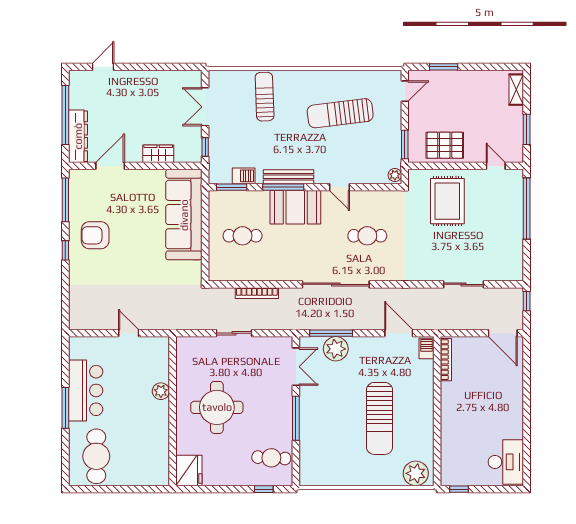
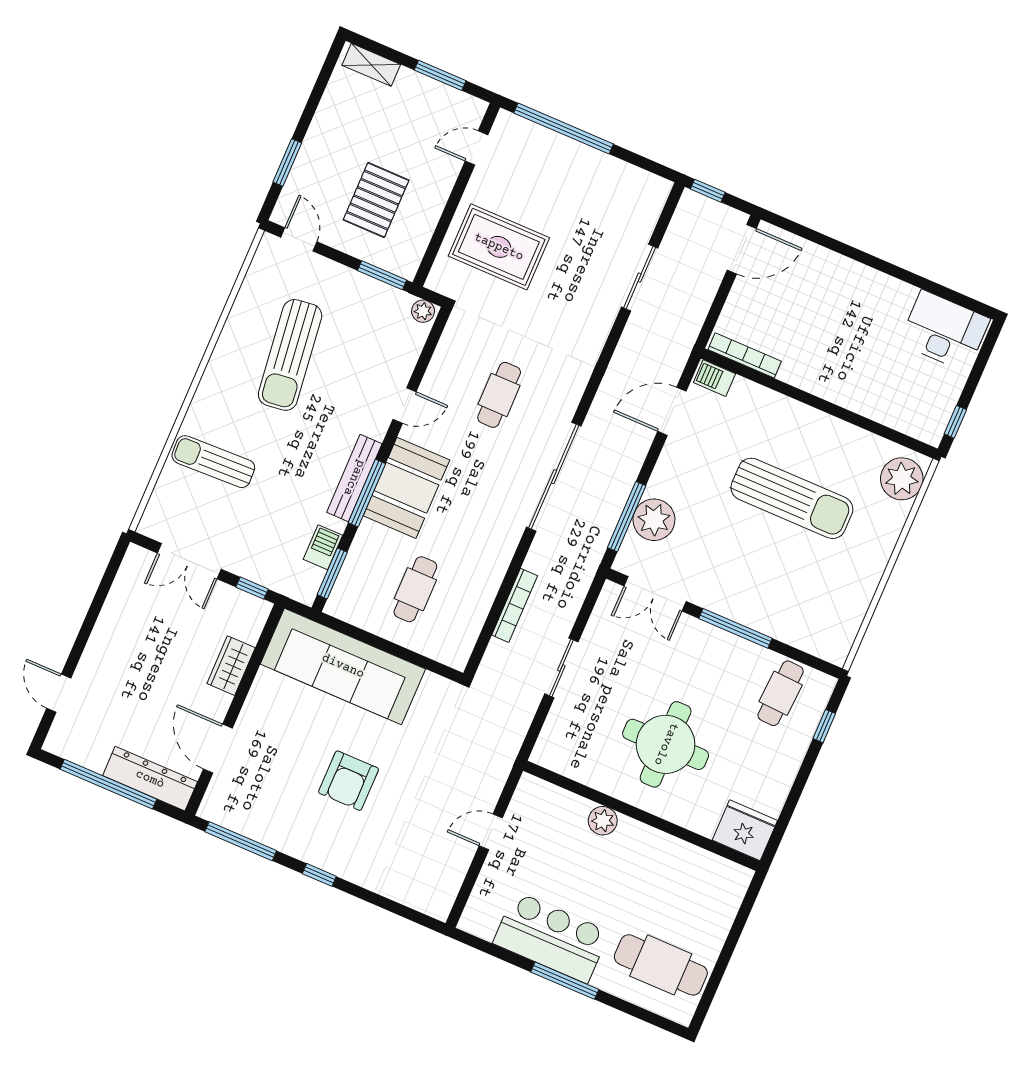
pallet: (445, 145) -> (376, 200), moved
armchair: (95, 235) -> (349, 781), moved
double door: (296, 367) -> (655, 594), swing flipped

